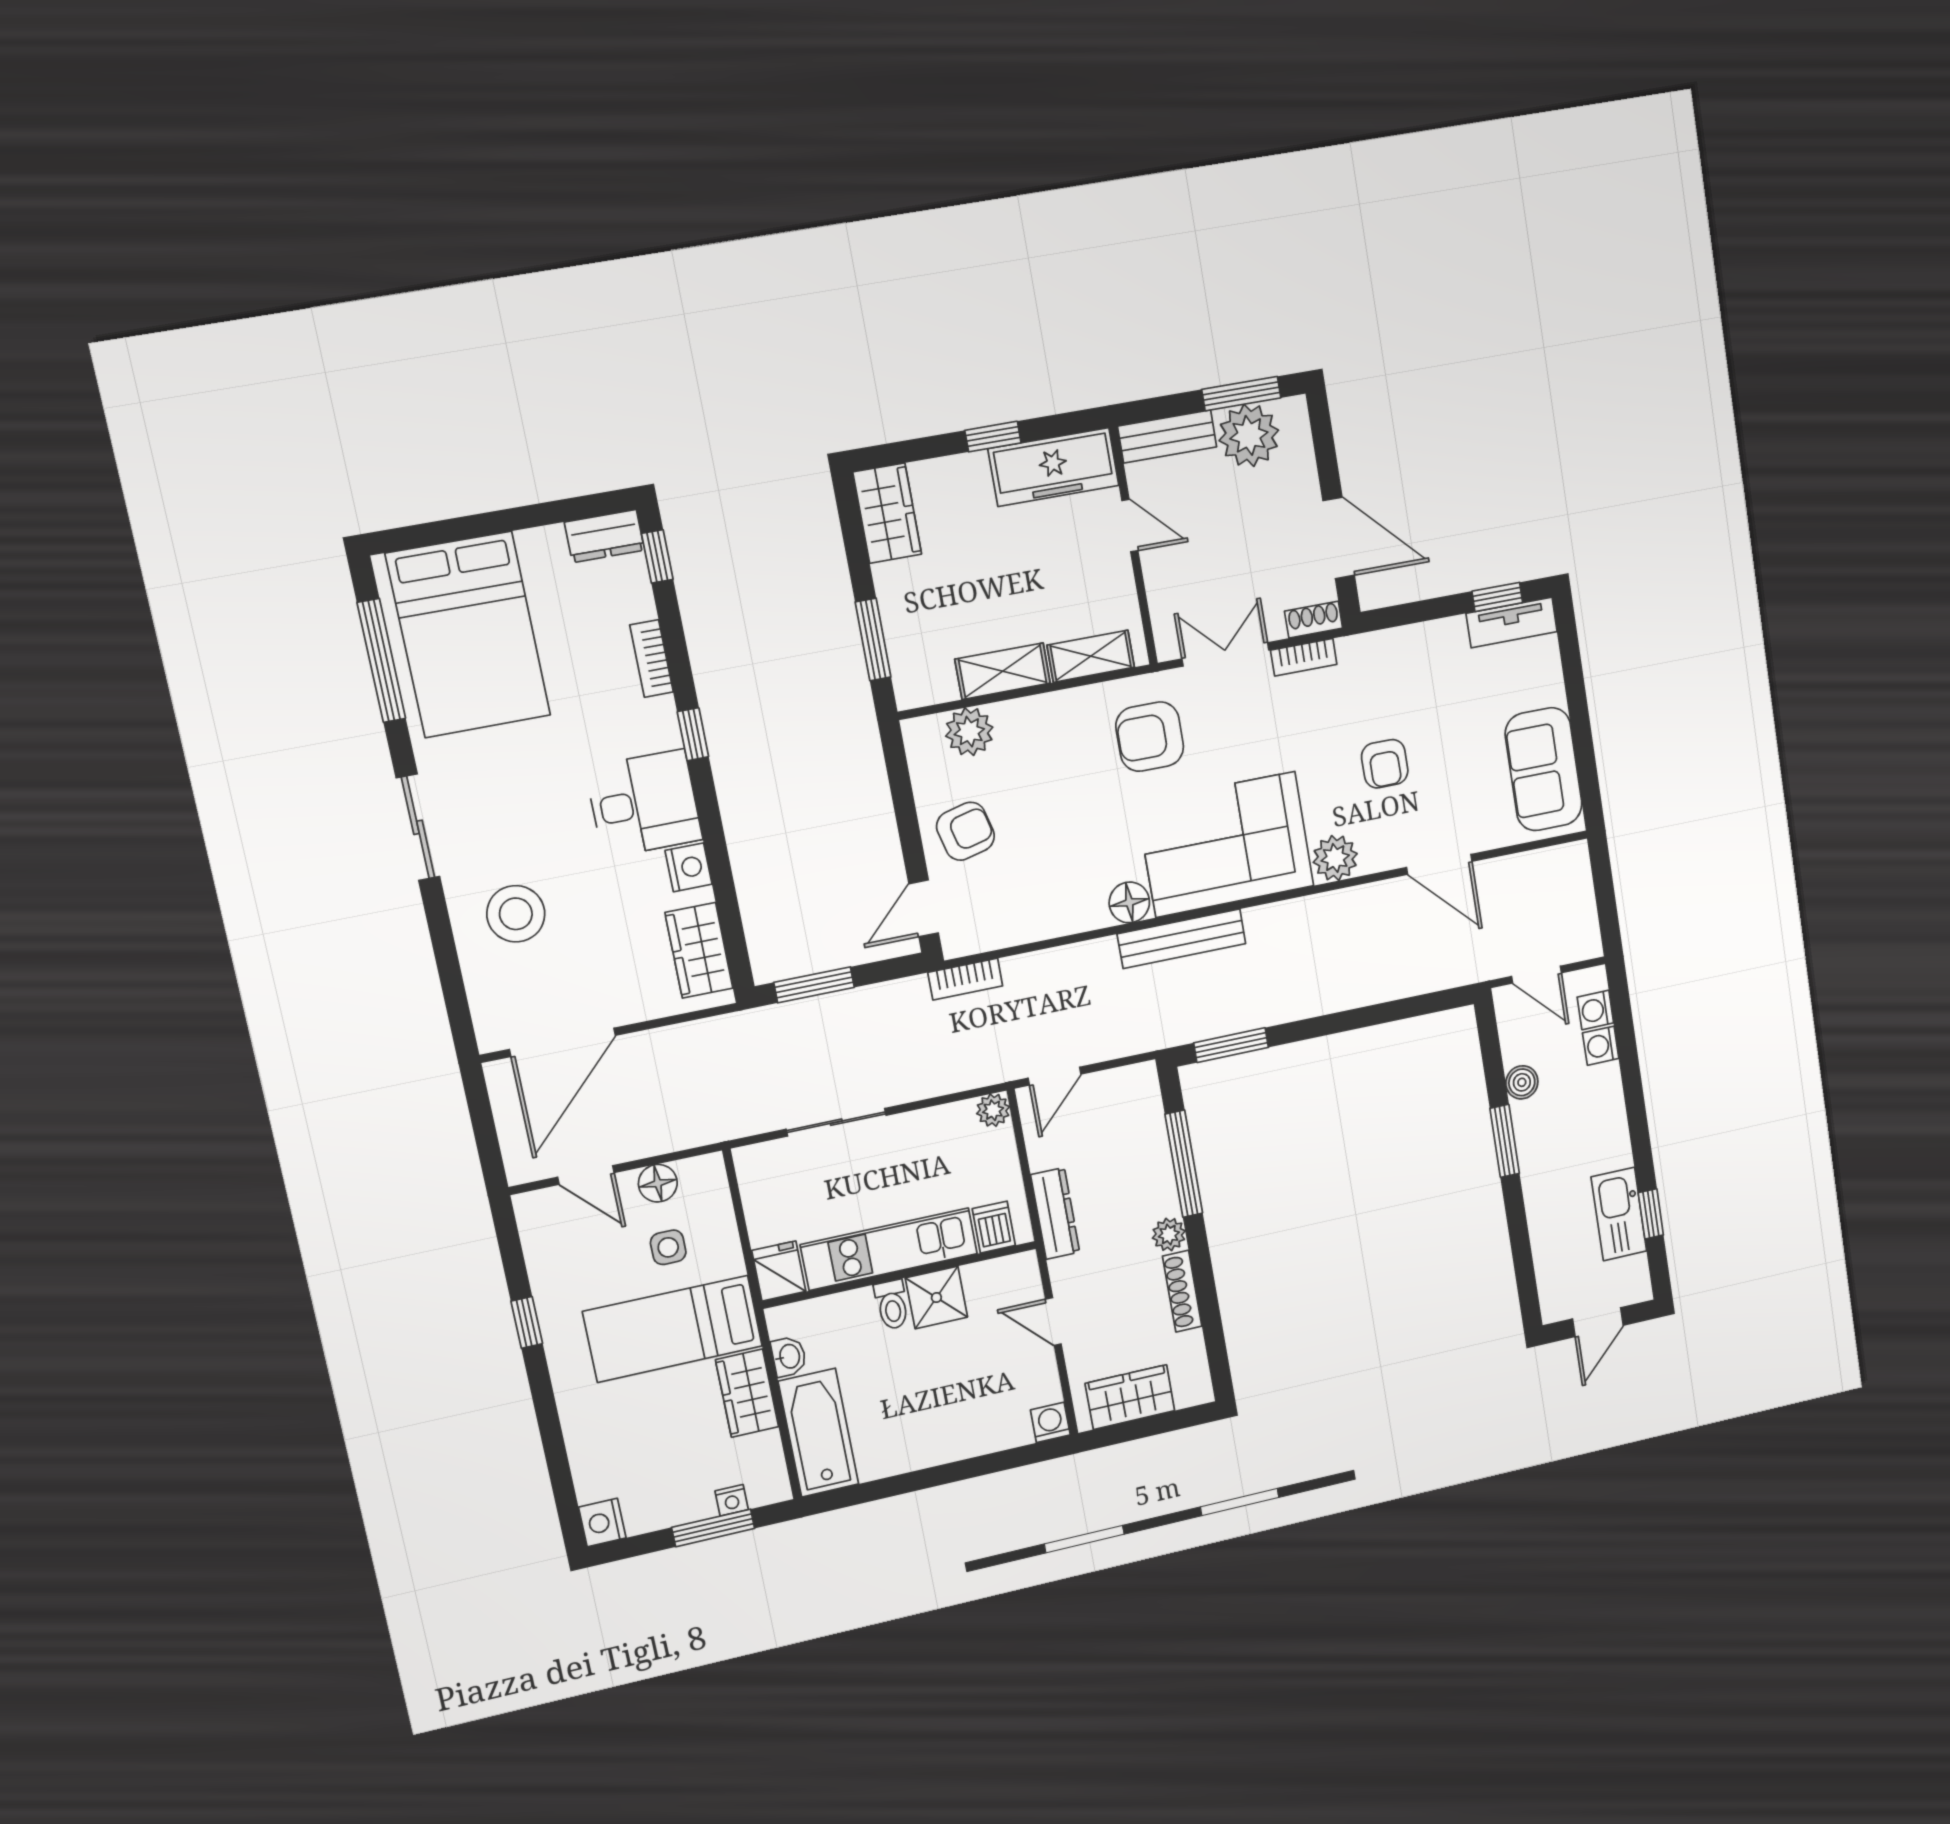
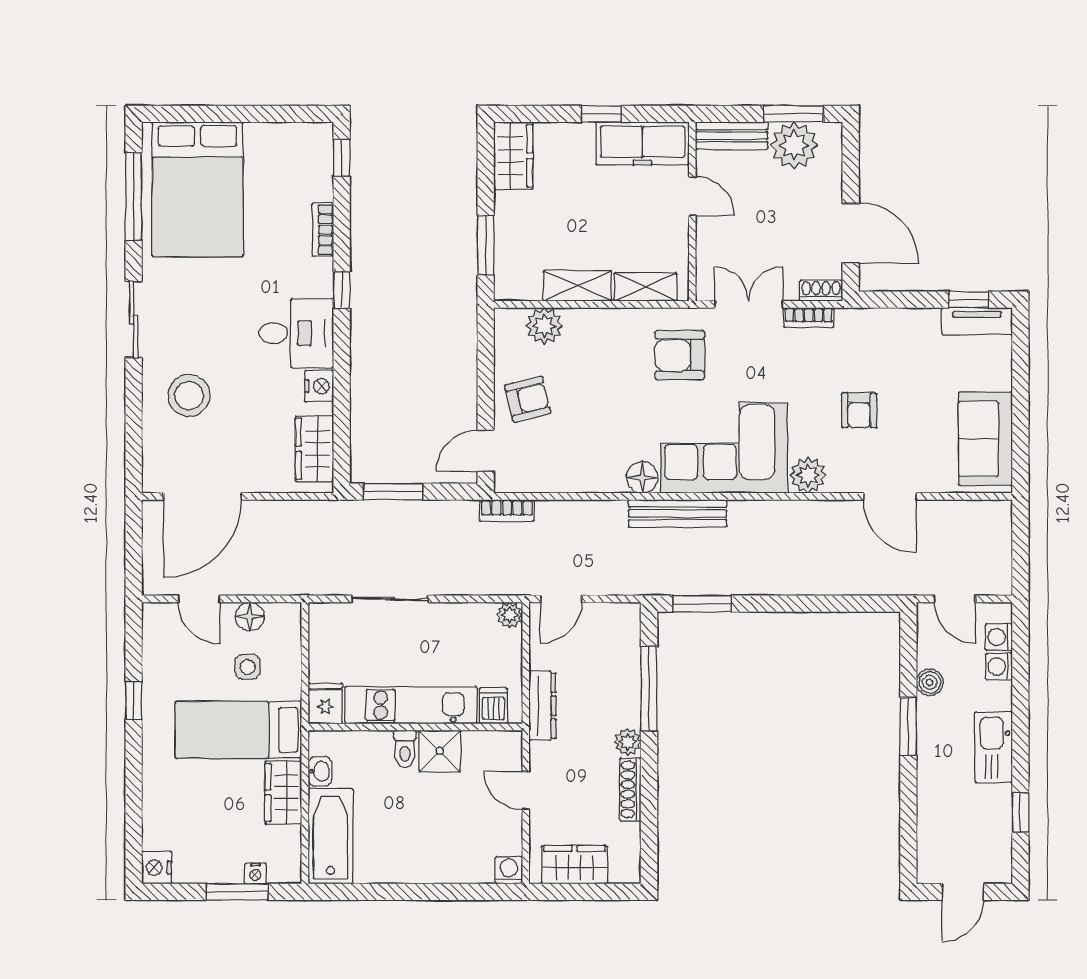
dresser: (604, 536) -> (307, 137), removed
kitchen sink: (1619, 1214) -> (994, 747), moved

